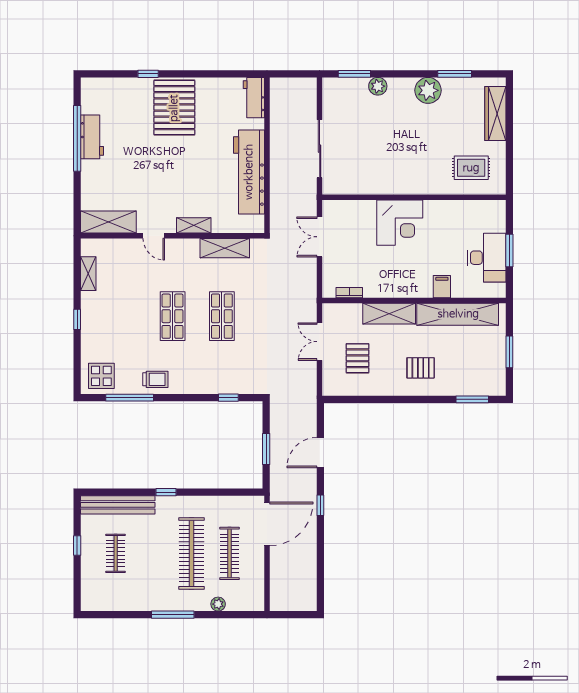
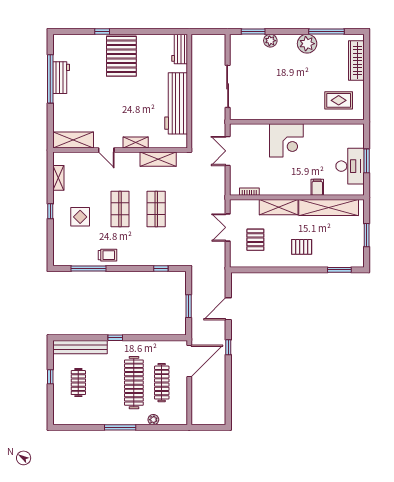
window: (455, 74) -> (327, 31), width x1.44
display table: (101, 376) -> (80, 217), moved

